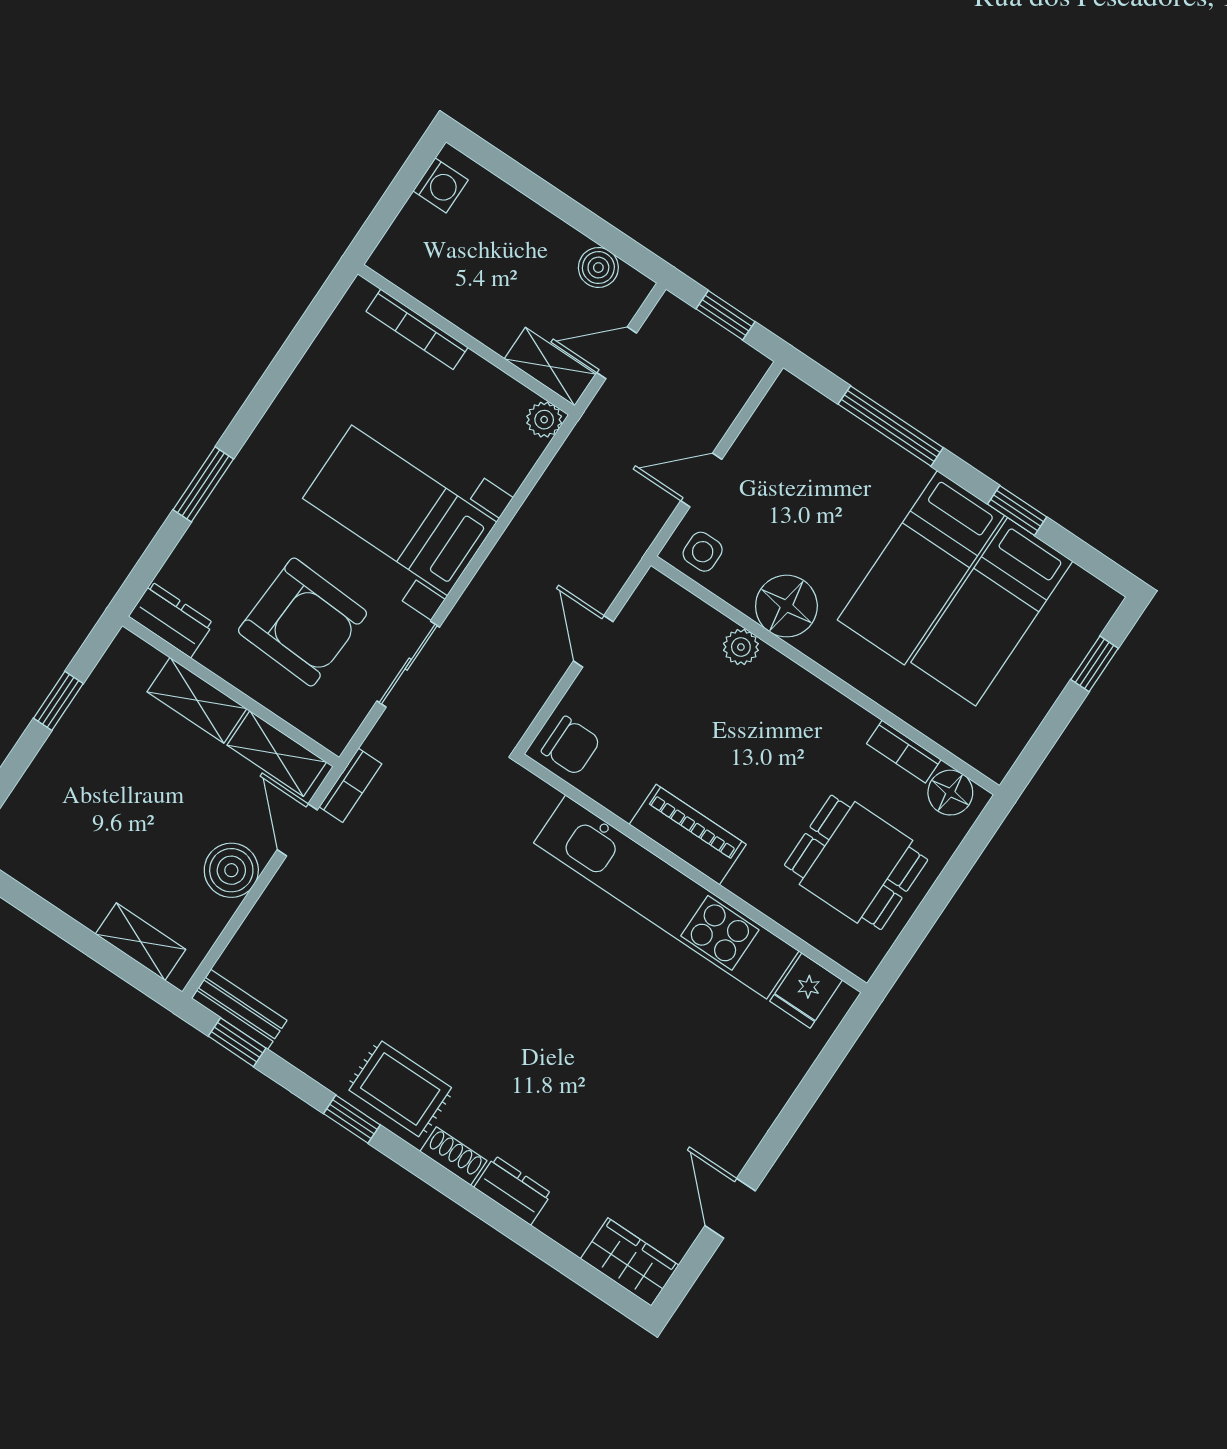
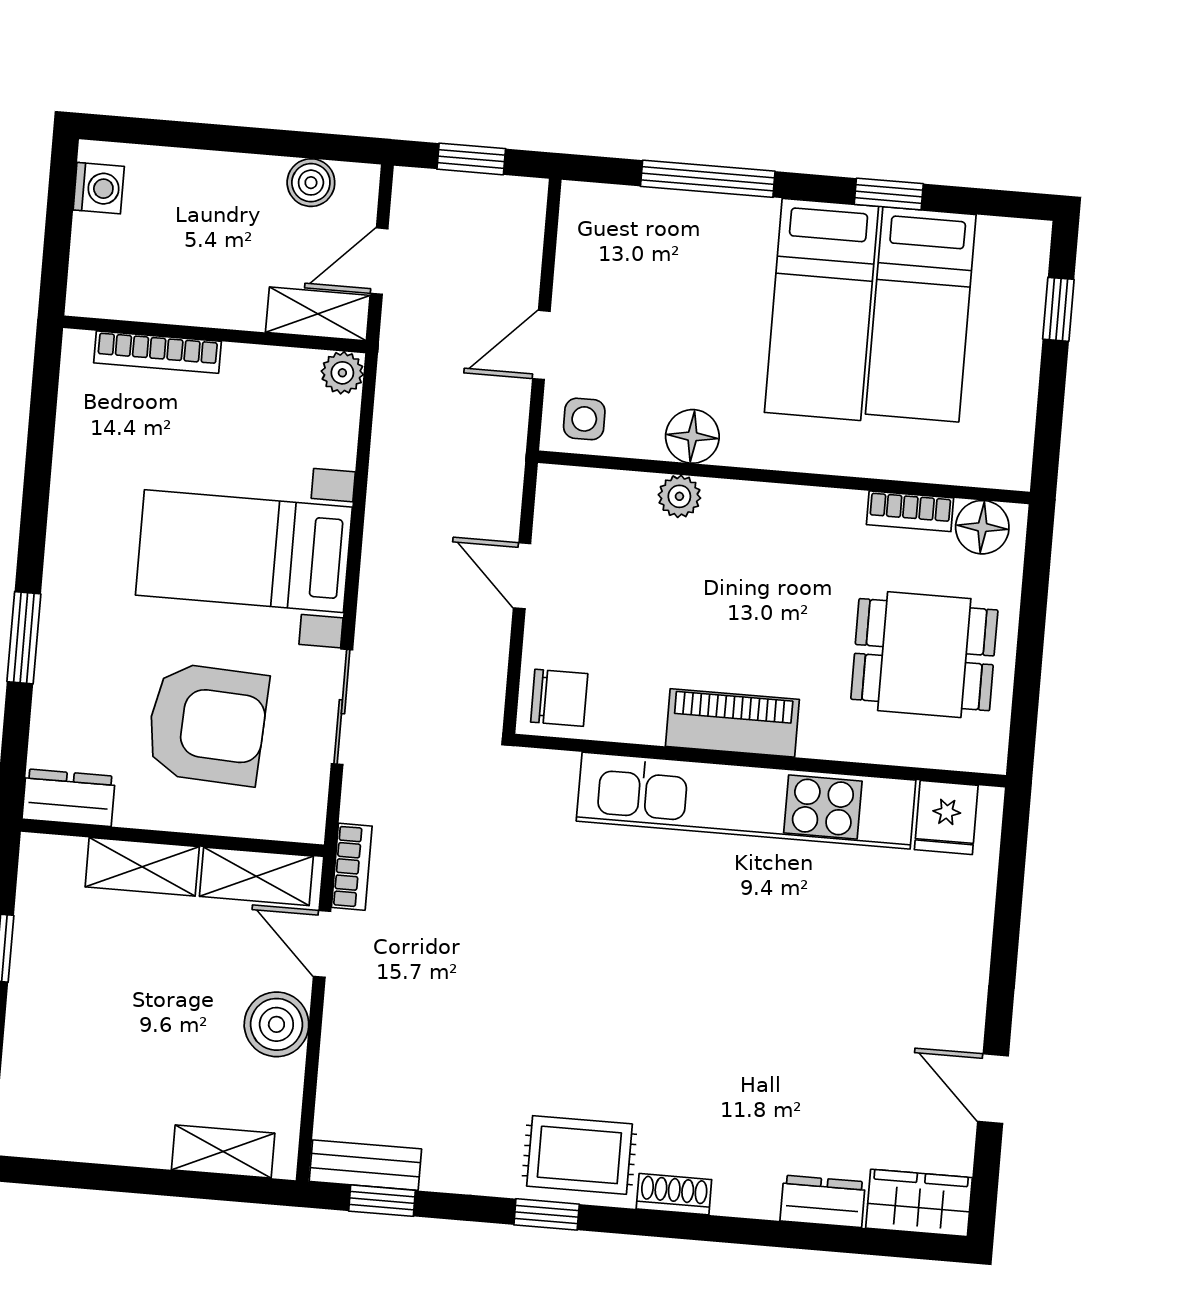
floor lamp: (786, 606) -> (692, 436), width x0.73, depth x0.73
dresser: (513, 1190) -> (823, 1201), moved

